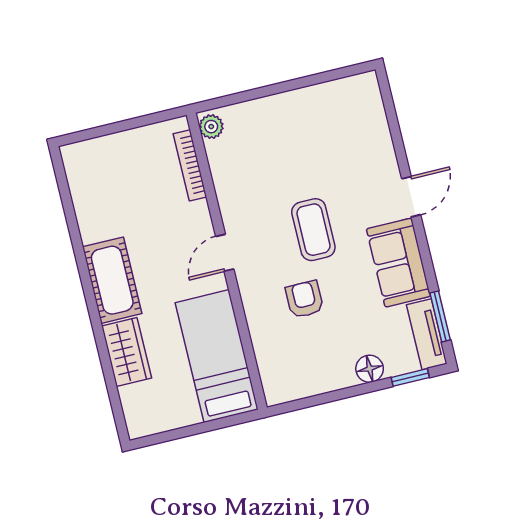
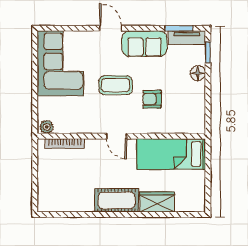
corner sofa: (328, 124) -> (61, 63), added

